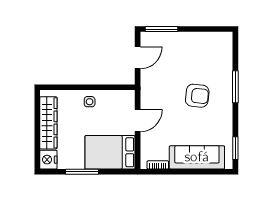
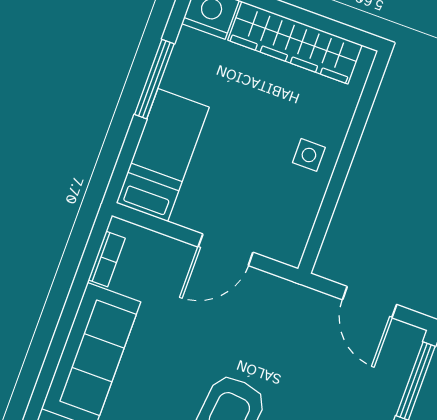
door: (138, 121) -> (226, 250), hinge flipped
bed: (110, 152) -> (163, 155), width x0.67

